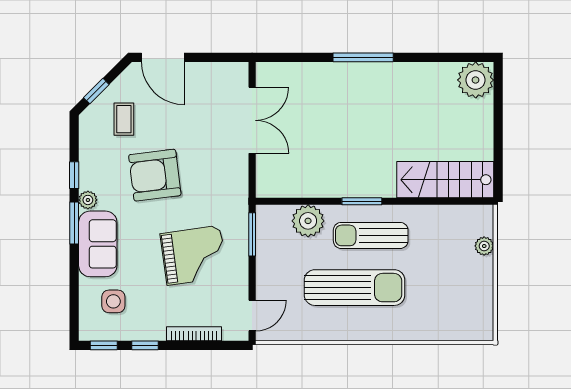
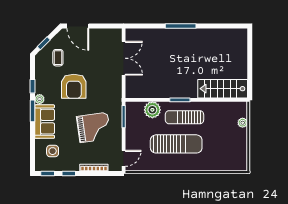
plant: (476, 80) -> (238, 38), removed
armchair: (155, 175) -> (74, 86), turned -83

